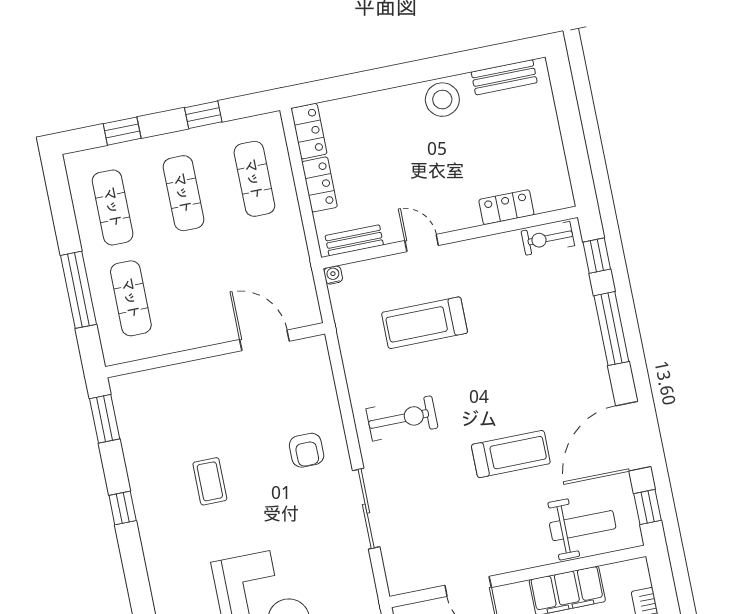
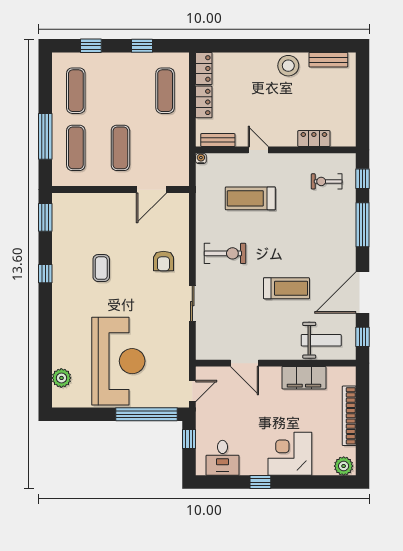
exercise mat: (183, 193) -> (120, 148), moved
exercise bike: (548, 238) -> (327, 181), moved
door: (264, 340) -> (151, 190), swing flipped
sliding door: (366, 509) -> (192, 304), width x0.73

